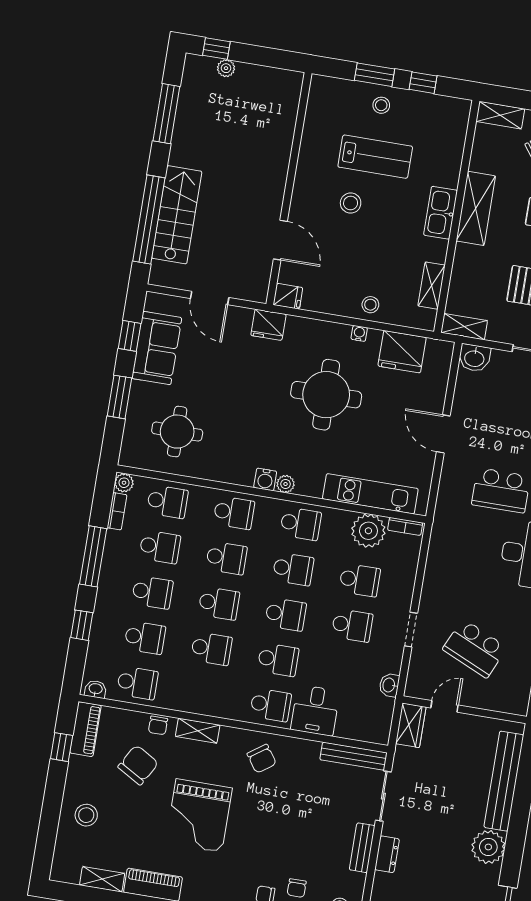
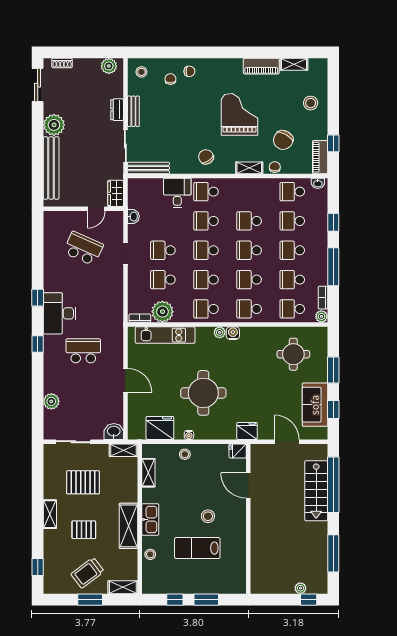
stool: (381, 105) -> (150, 554), moved

